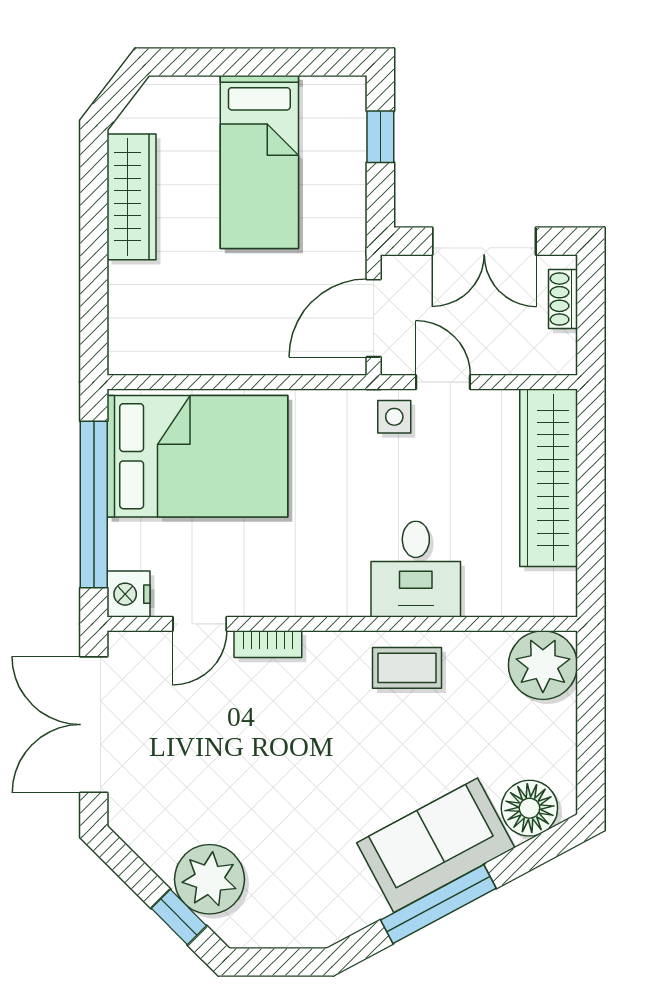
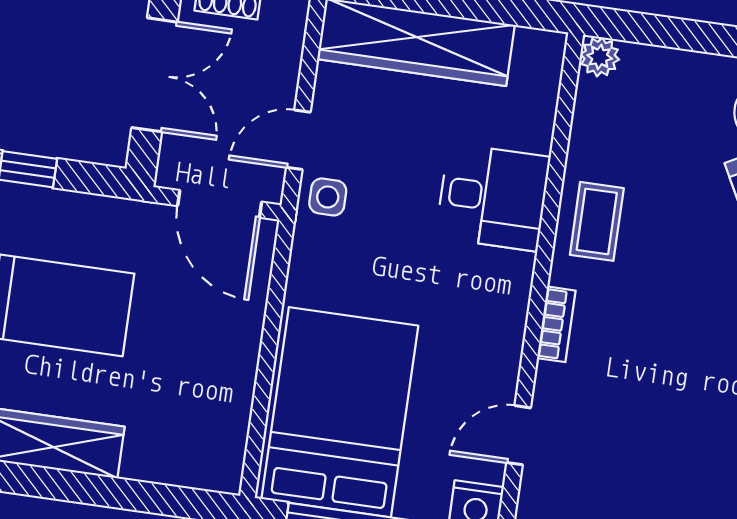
door: (200, 624) -> (519, 435), swing flipped
bookcase: (268, 644) -> (556, 324), moved
plant: (543, 665) -> (600, 57), width x0.53, depth x0.53

